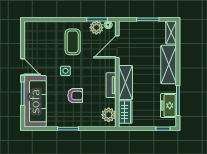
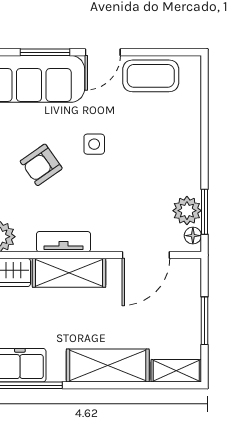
coffee table: (73, 42) -> (151, 76), moved
door: (117, 47) -> (146, 255), swing flipped
armchair: (75, 96) -> (41, 165), turned 55

